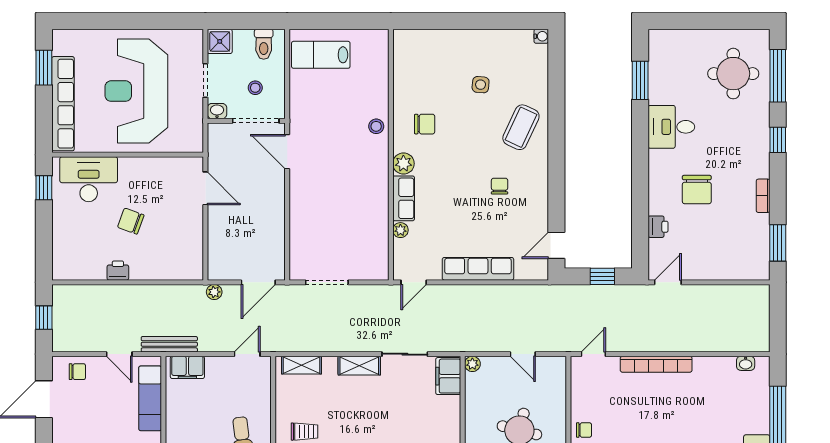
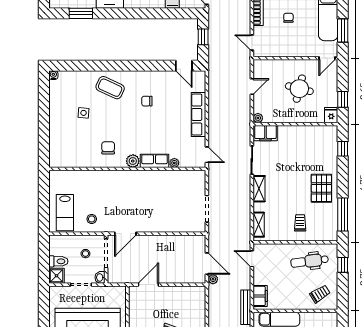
toilet: (264, 44) -> (58, 261), moved
stool: (376, 126) -> (92, 219), moved
door: (258, 282) -> (207, 264), moved
chair: (584, 430) -> (288, 18), moved

